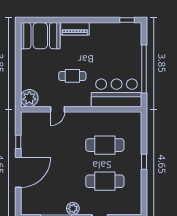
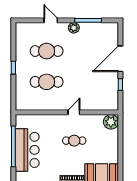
bar counter: (117, 93) -> (27, 150), moved, turned -90
door: (58, 109) -> (74, 112), moved

